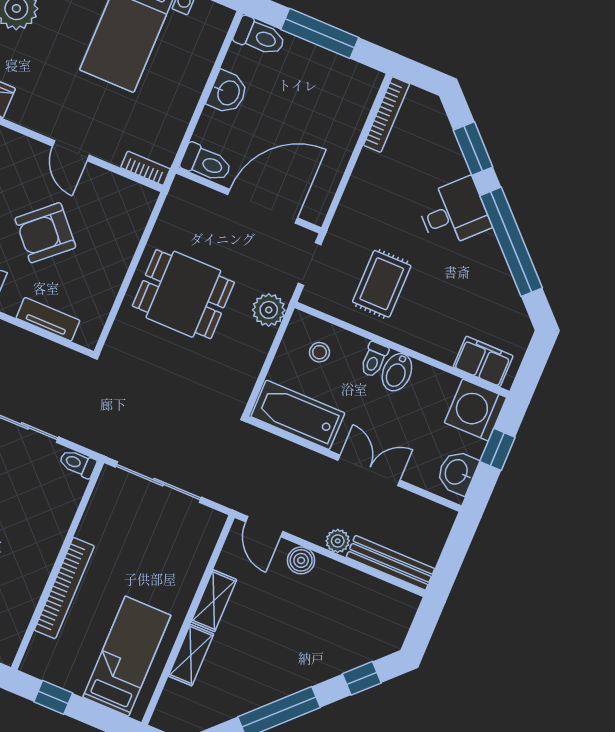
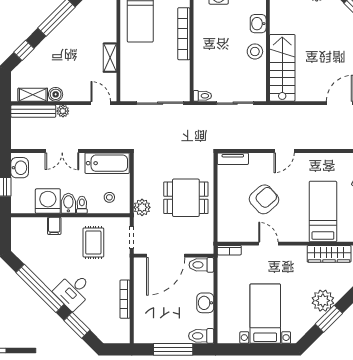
bookcase: (387, 115) -> (125, 299), moved
tv unit: (48, 319) -> (233, 159), moved
filing cabinet: (483, 361) -> (54, 226), moved, width x0.50
washing machine: (475, 410) -> (48, 201), moved, turned -90
boiler: (301, 560) -> (56, 94), moved
shelving: (191, 655) -> (33, 95), moved, turned 90

